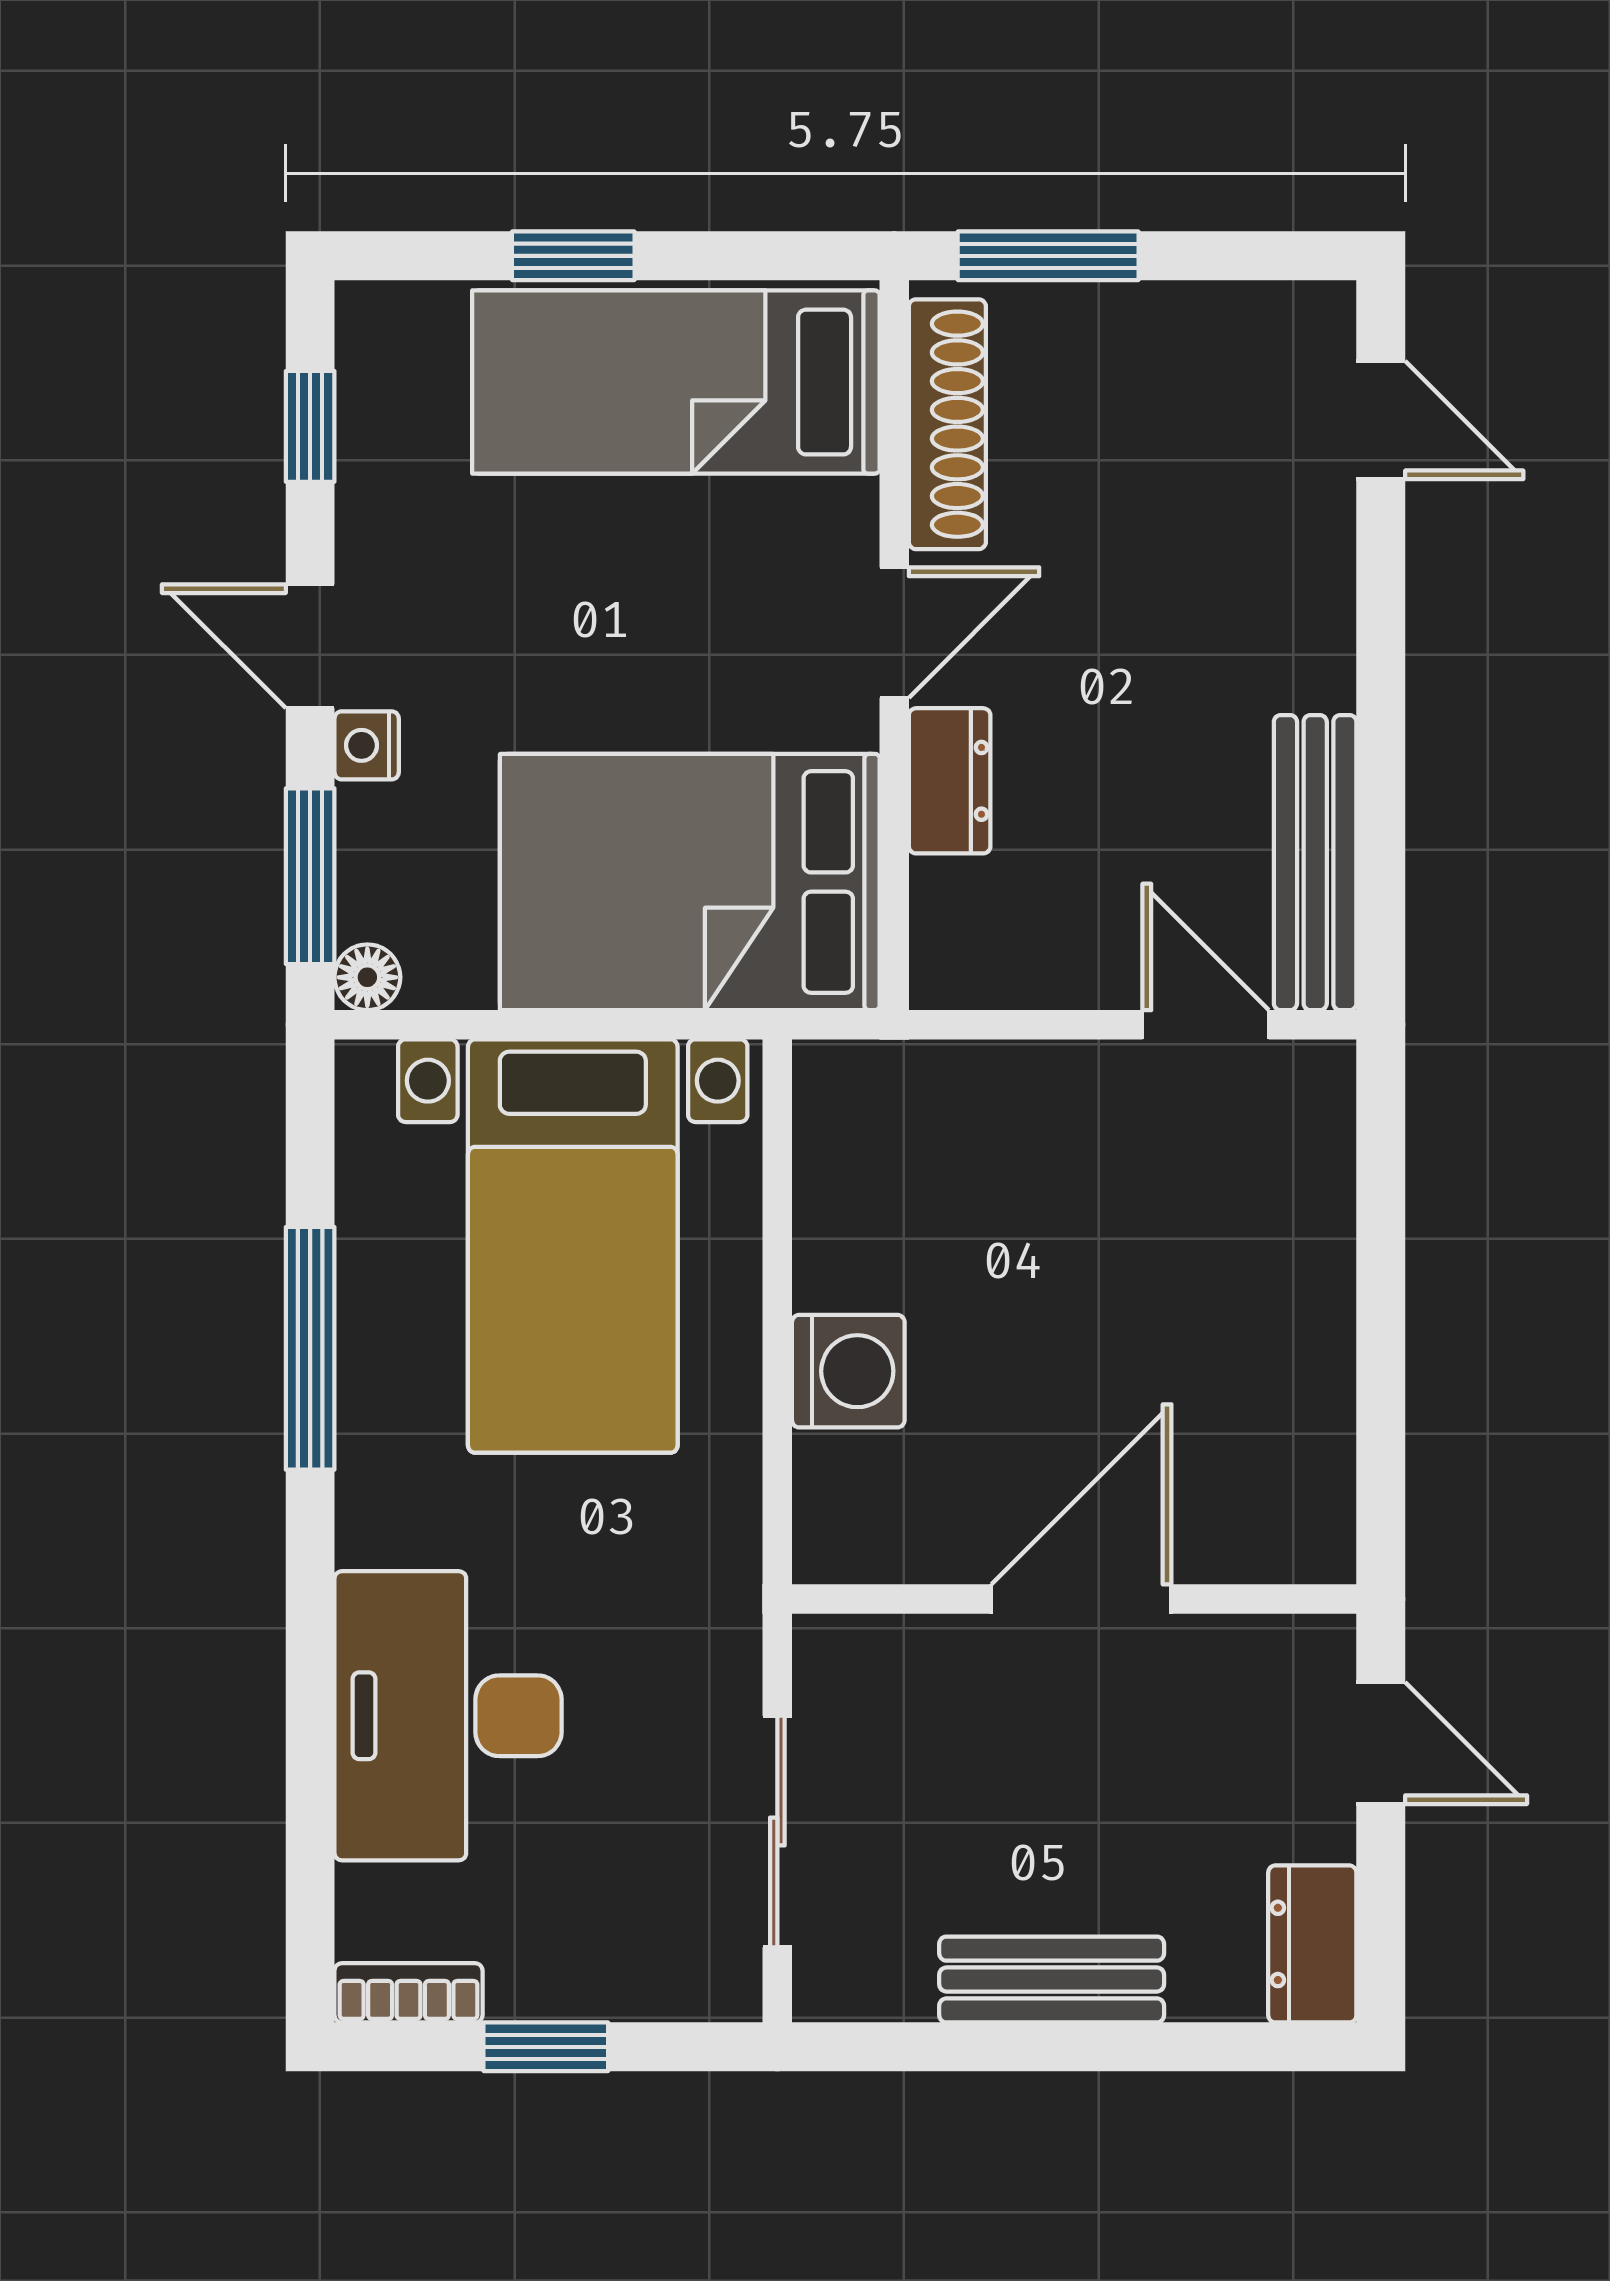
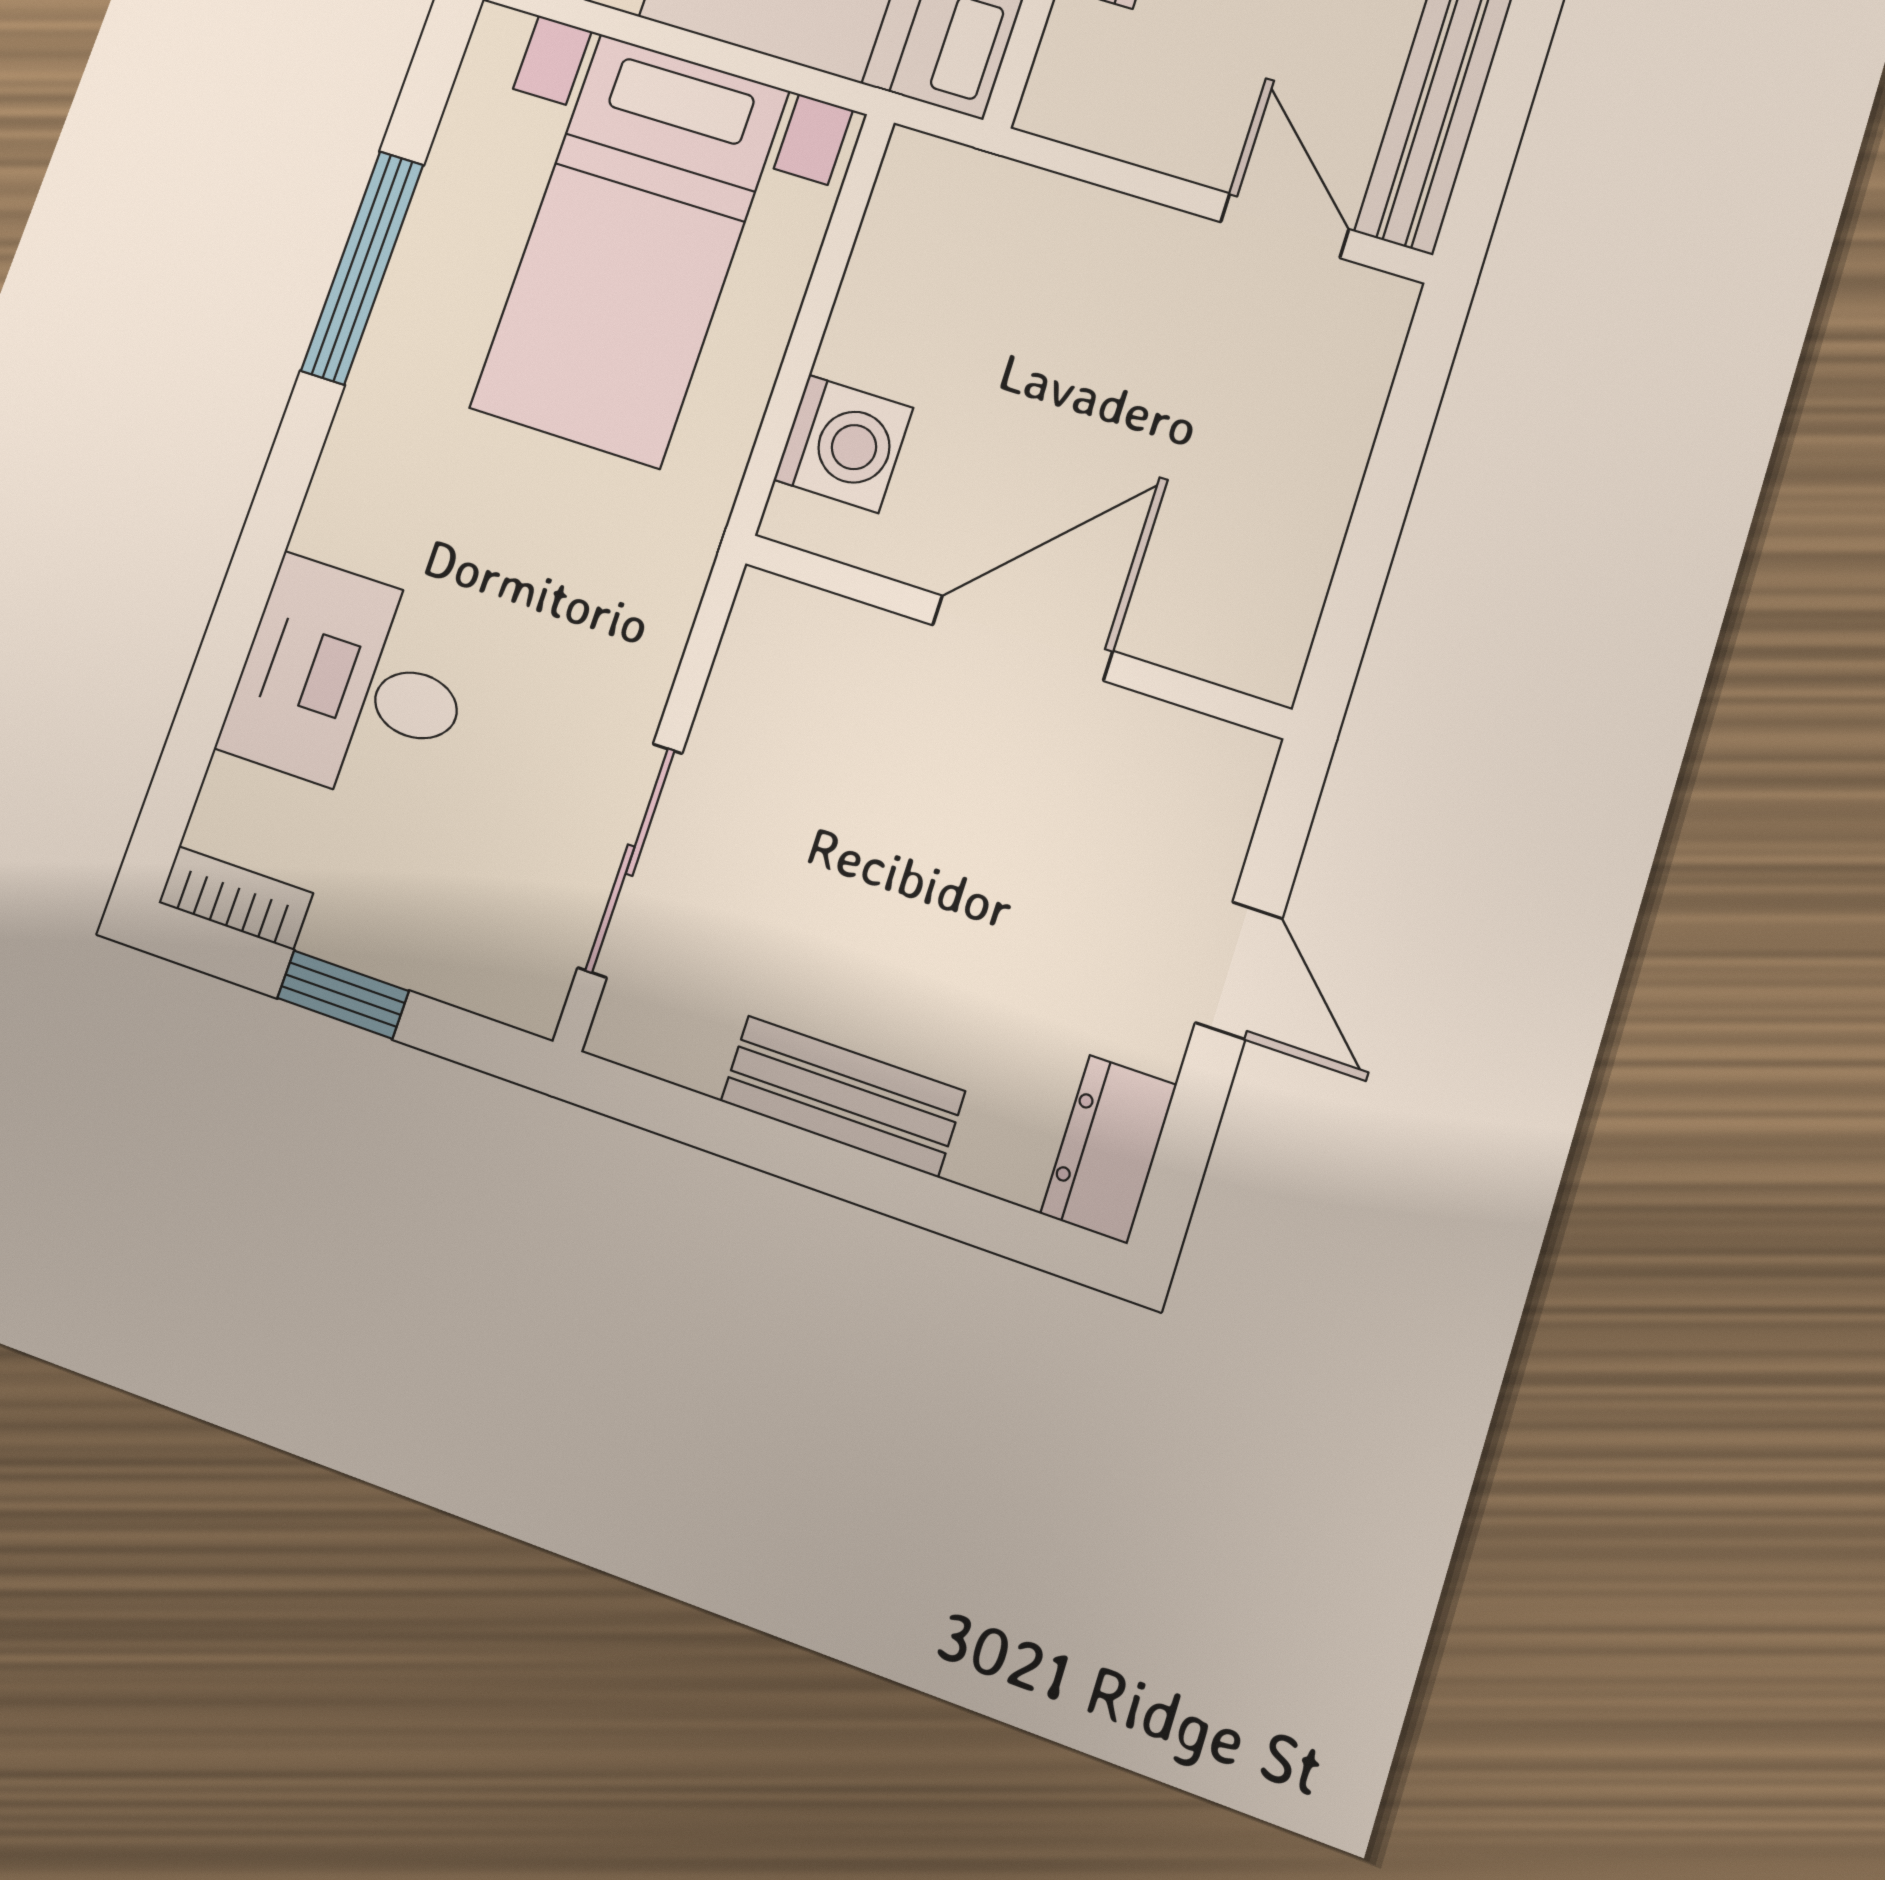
wall: (1074, 1599) -> (1016, 636), moved
door: (1081, 1599) -> (1022, 638), moved
desk: (448, 1716) -> (352, 684), width x0.73

